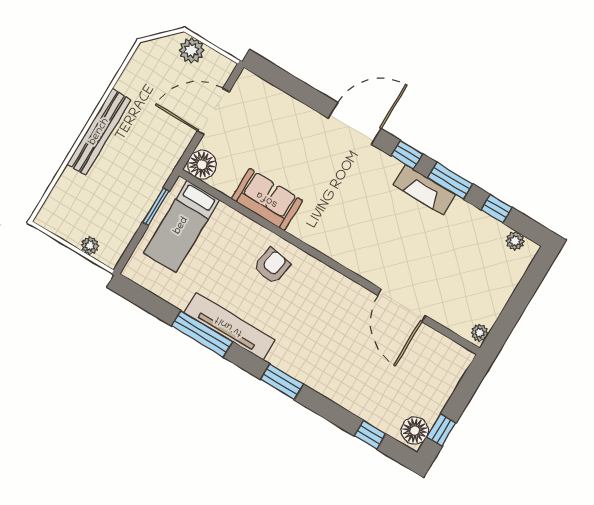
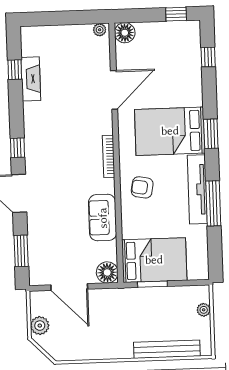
bench: (99, 132) -> (167, 349), moved
window: (450, 181) -> (21, 251), moved
fireplace: (424, 190) -> (31, 79), moved
bed: (181, 226) -> (154, 260), width x1.50
plant: (515, 241) -> (28, 45), removed
bookcase: (331, 251) -> (108, 156), added
bed: (315, 338) -> (170, 131), added
floor lamp: (415, 431) -> (125, 33), moved

